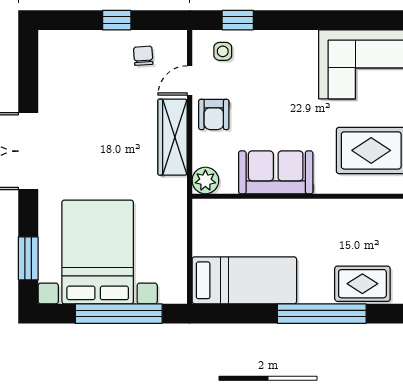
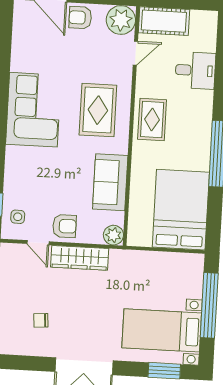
chair: (143, 56) -> (41, 320), moved
bed with nightstands: (98, 252) -> (162, 330), width x0.73
bed: (244, 280) -> (181, 210), width x1.50
rug: (362, 284) -> (152, 119), moved

